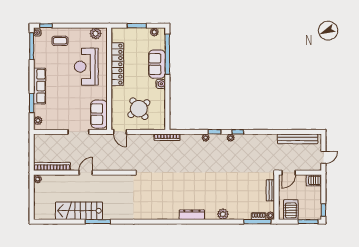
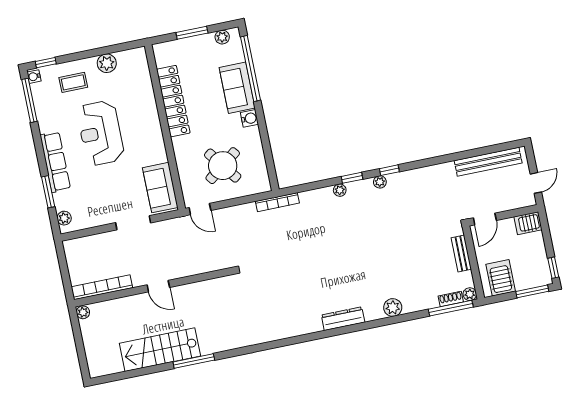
plant: (96, 33) -> (107, 63), moved
reception desk: (86, 67) -> (101, 133), moved
door: (86, 173) -> (158, 286), swing flipped

